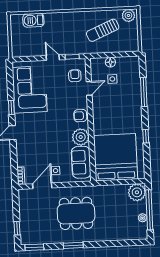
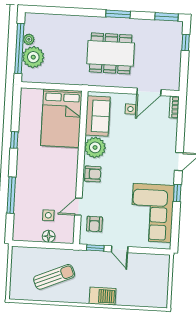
plant: (128, 15) -> (20, 292), removed
barbecue: (33, 20) -> (103, 296), moved
bed: (116, 157) -> (61, 118), width x0.73
plant: (137, 192) -> (33, 57), moved

